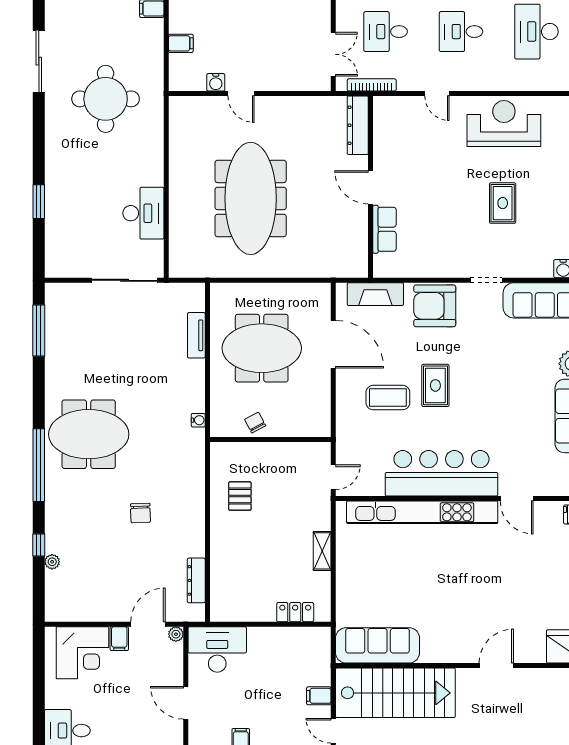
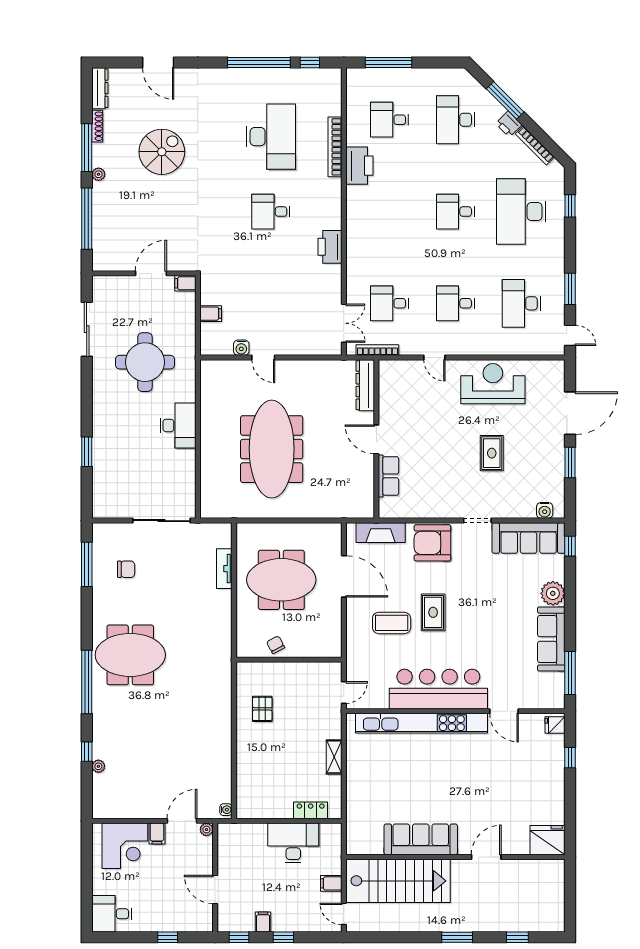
desk: (143, 213) -> (178, 425), moved
water cooler: (198, 420) -> (226, 810), moved
chair: (140, 513) -> (126, 569), moved, turned -88
dresser: (196, 580) -> (224, 783), removed
sofa: (378, 645) -> (421, 839), moved
desk: (217, 649) -> (293, 843), moved

